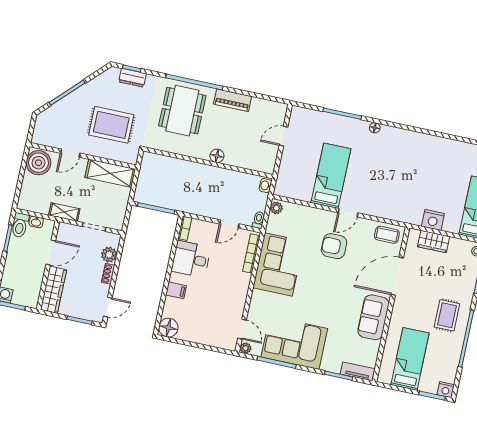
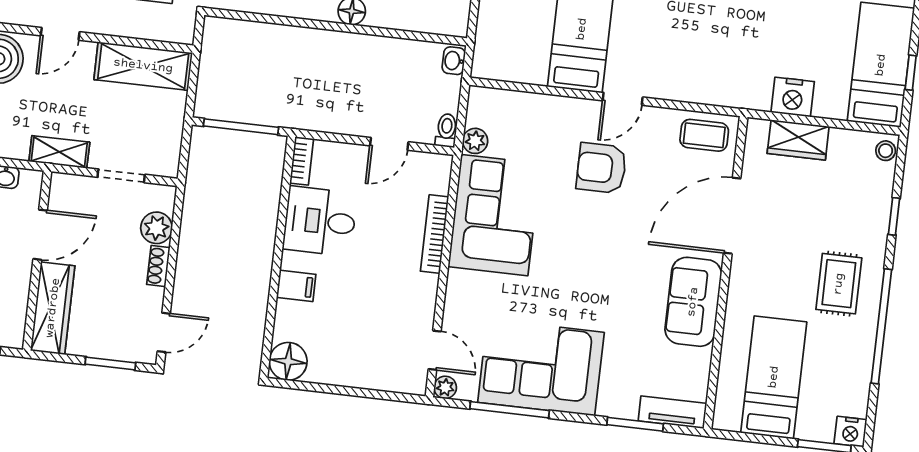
plant: (276, 208) -> (475, 141), moved
bookcase: (251, 253) -> (435, 234), moved

